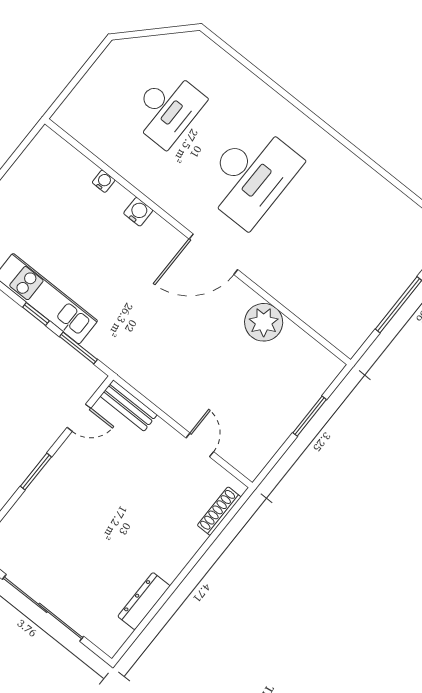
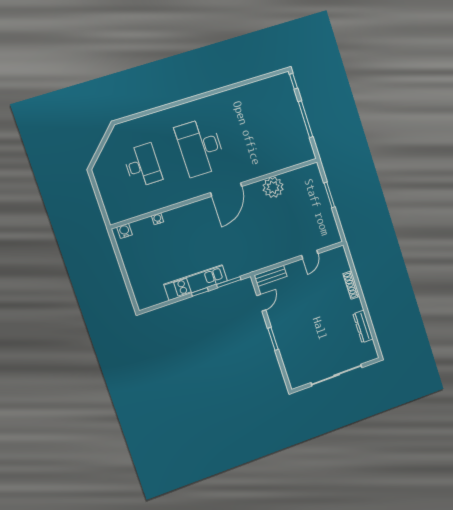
desk: (251, 175) -> (201, 147), turned 180
water cooler: (138, 212) -> (125, 231), moved
door: (200, 445) -> (310, 254), swing flipped
shoe rack: (219, 511) -> (351, 285), moved

